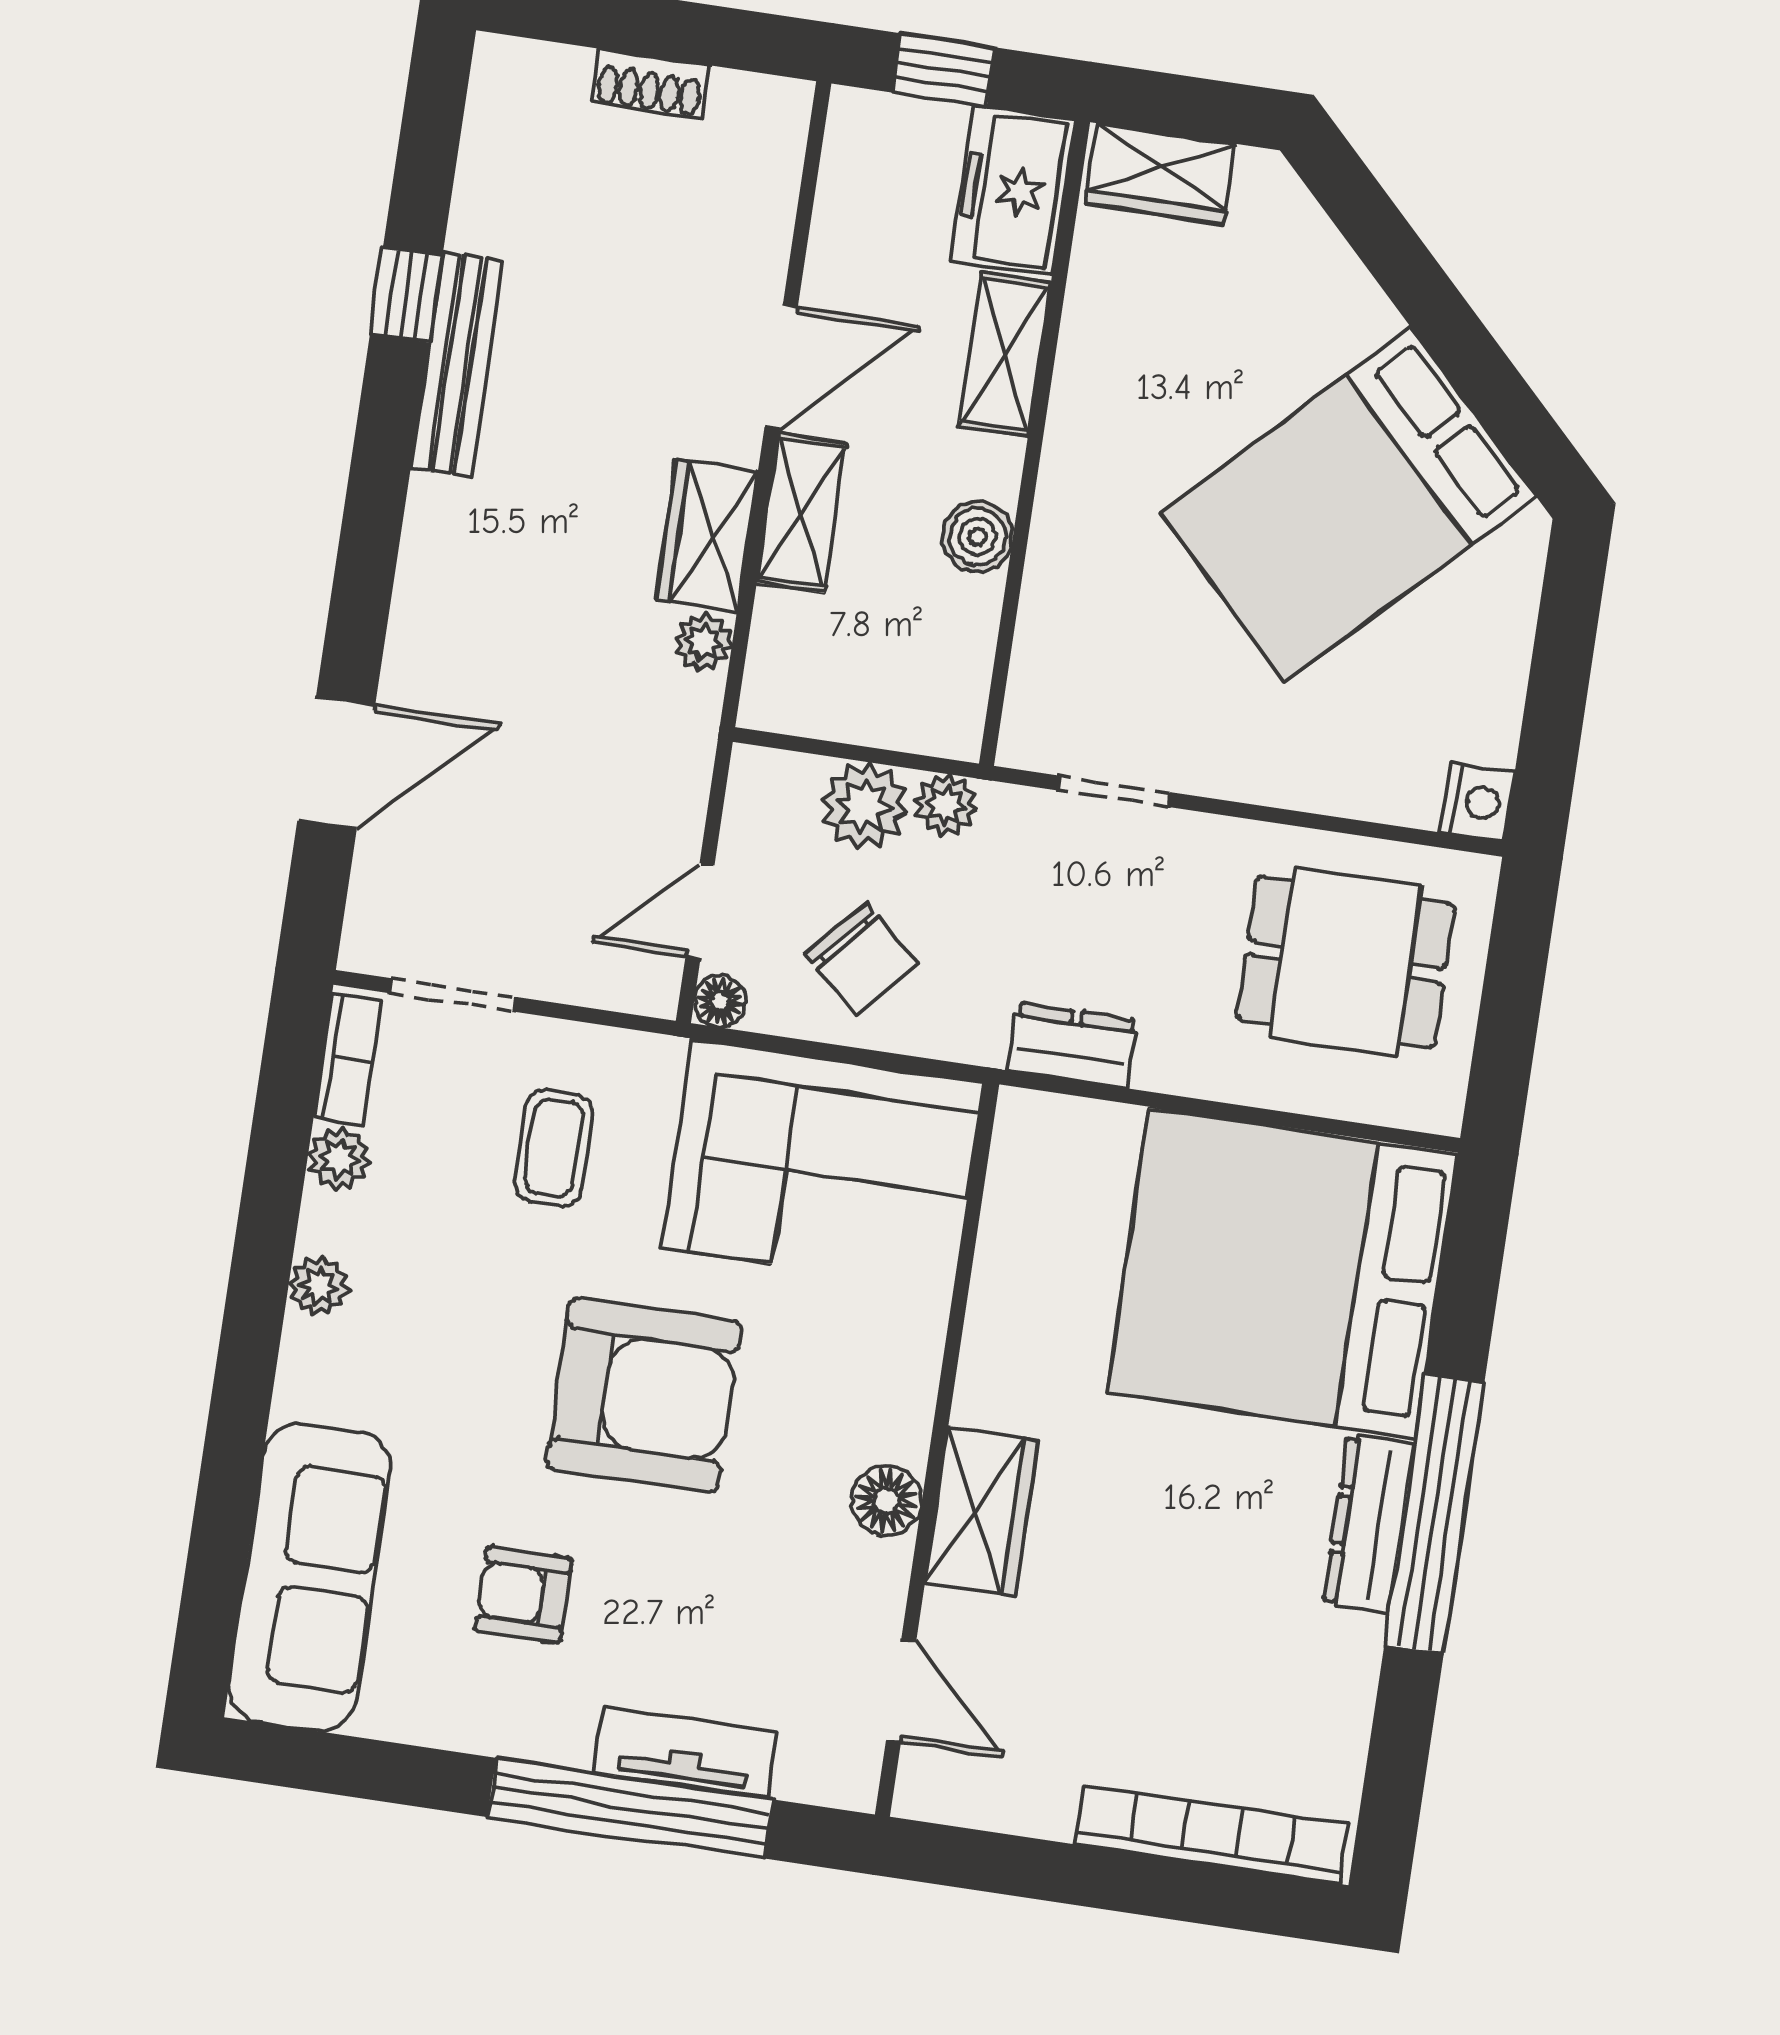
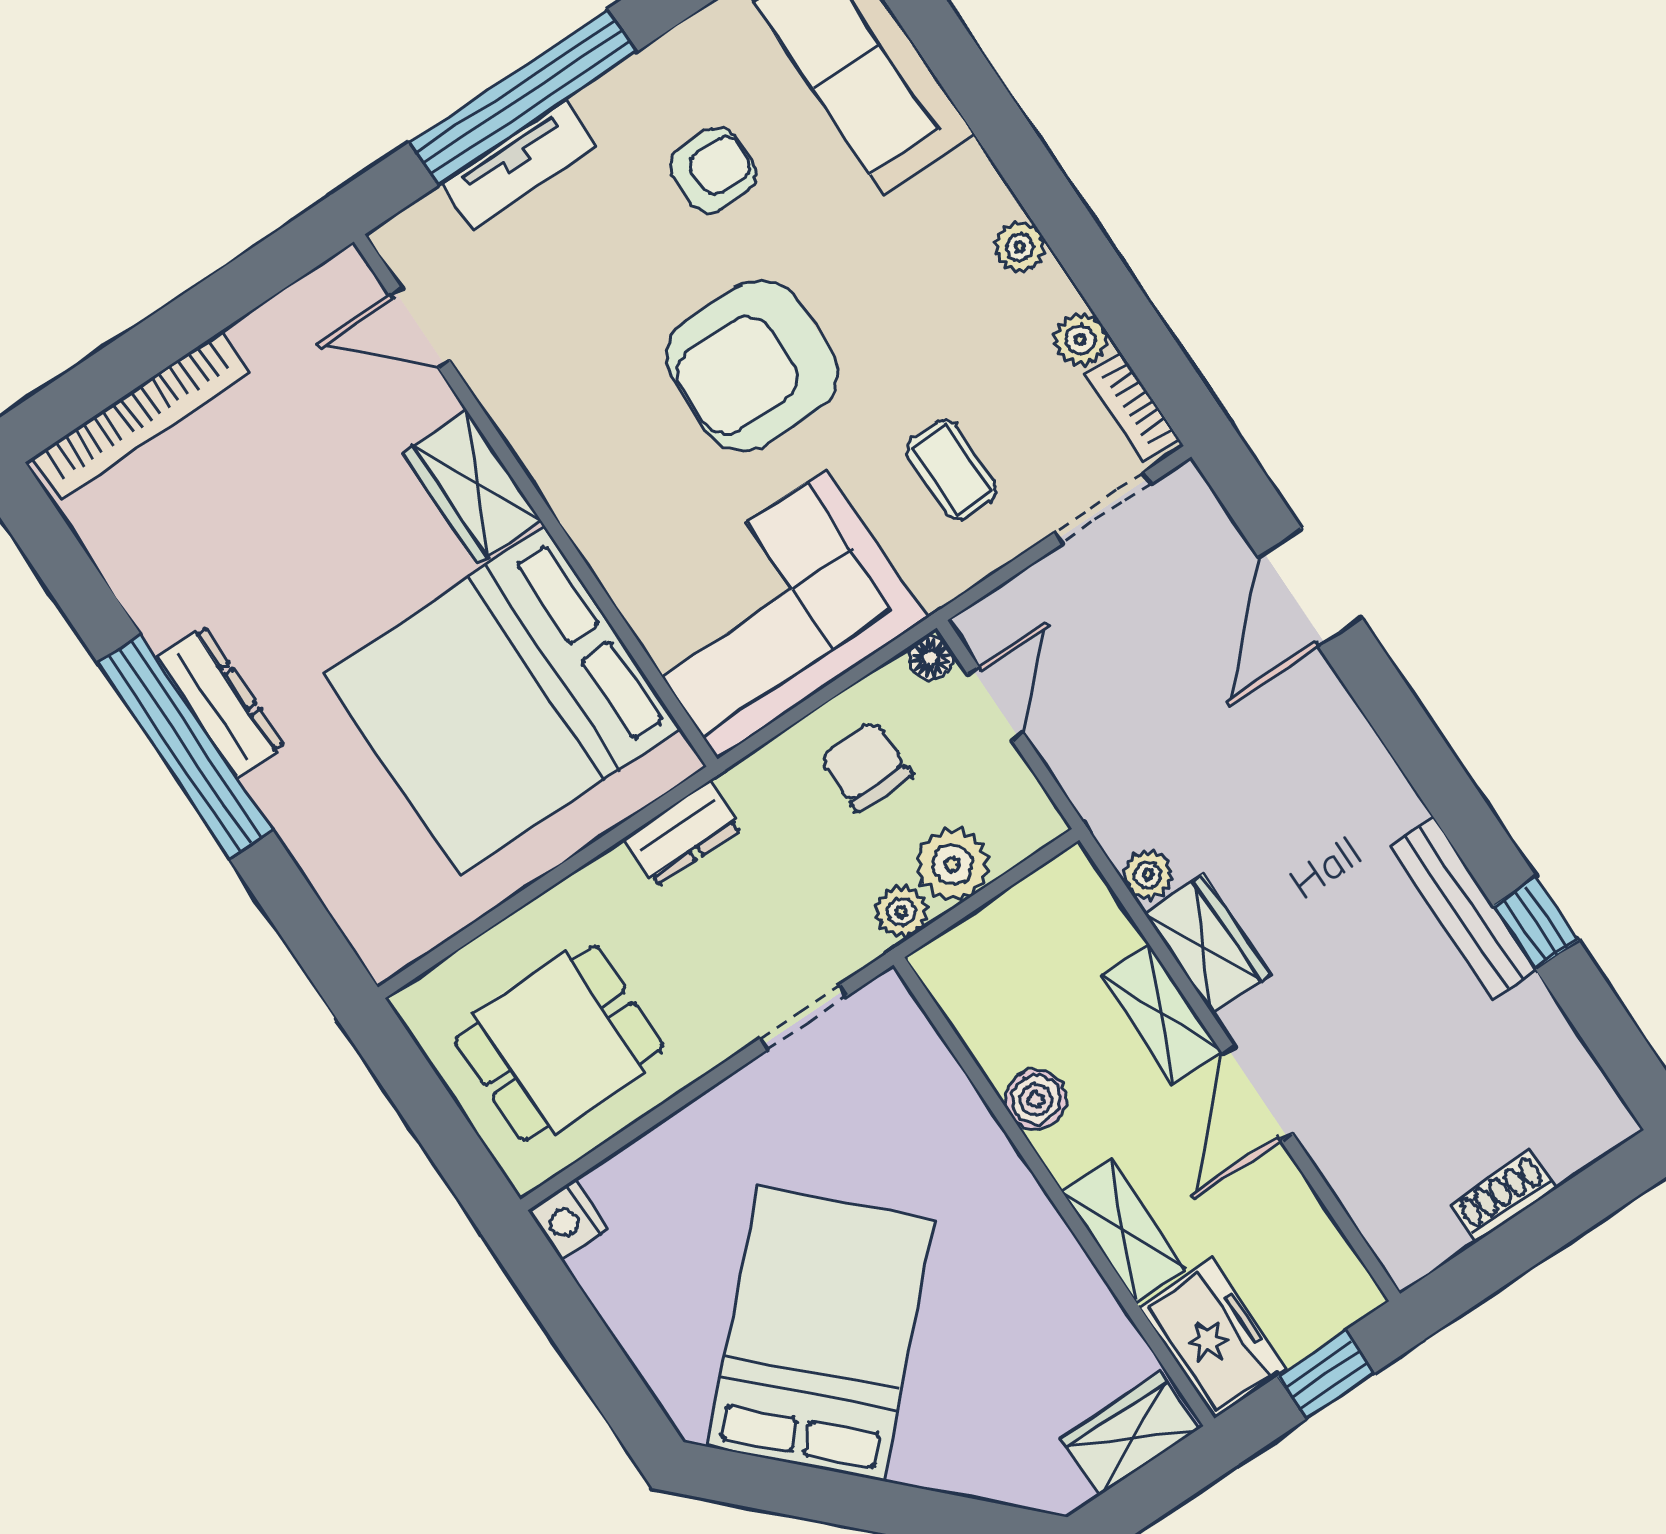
chair: (861, 959) -> (866, 766), turned 49
bed: (1282, 1273) -> (502, 701), moved, turned 180
floor lamp: (886, 1501) -> (538, 439), removed

